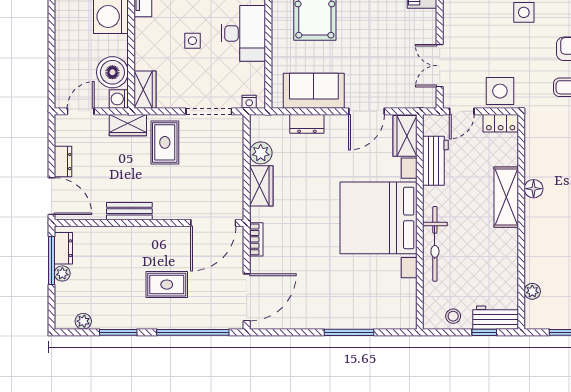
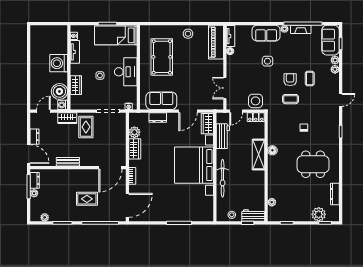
wardrobe: (145, 90) -> (76, 85), moved

